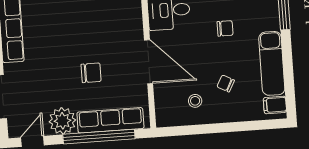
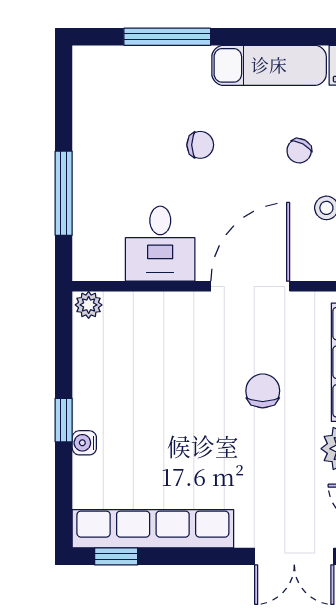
chair: (225, 28) -> (200, 145), turned 90

